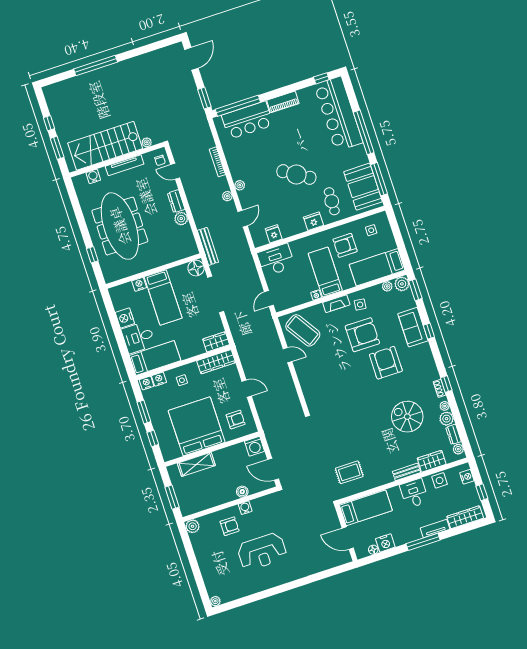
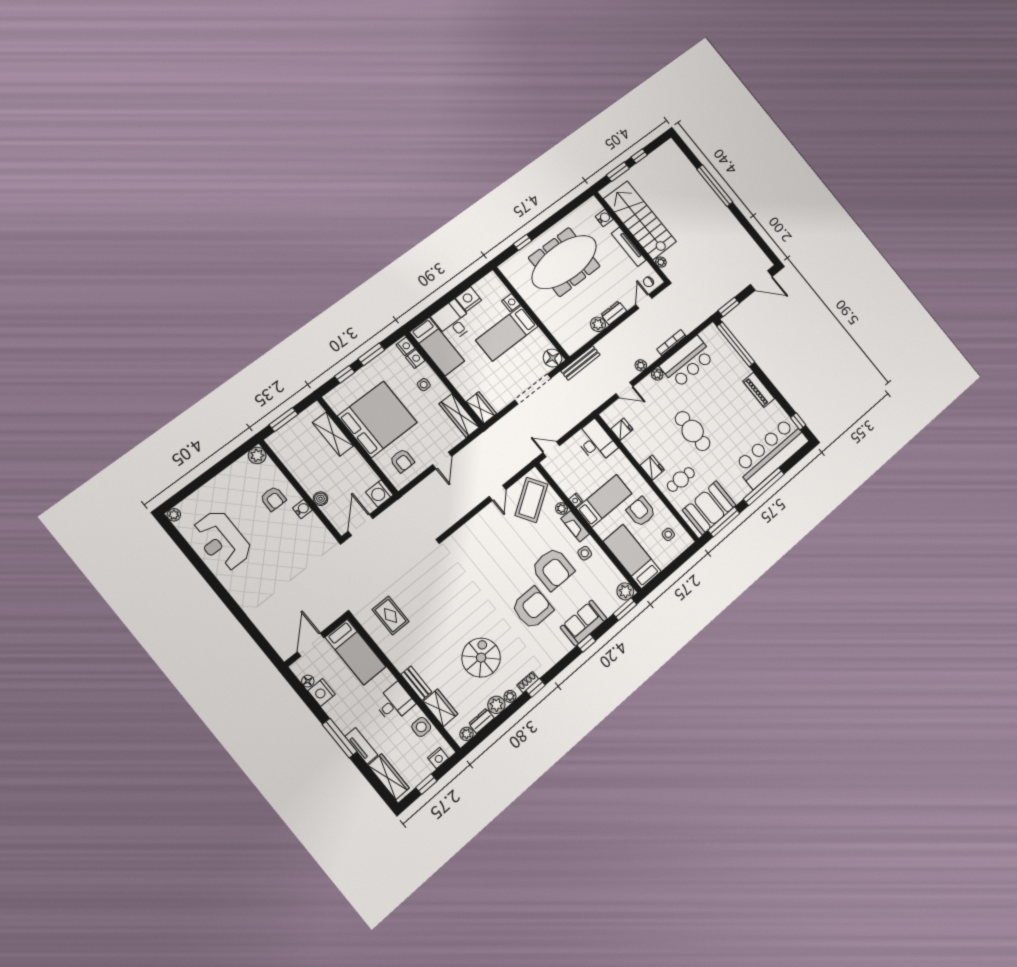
bar counter: (247, 120) -> (687, 362), moved, turned -90
cafe table: (296, 175) -> (693, 431), turned -32
plant: (387, 286) -> (561, 508), moved
reception desk: (262, 552) -> (222, 541), moved

